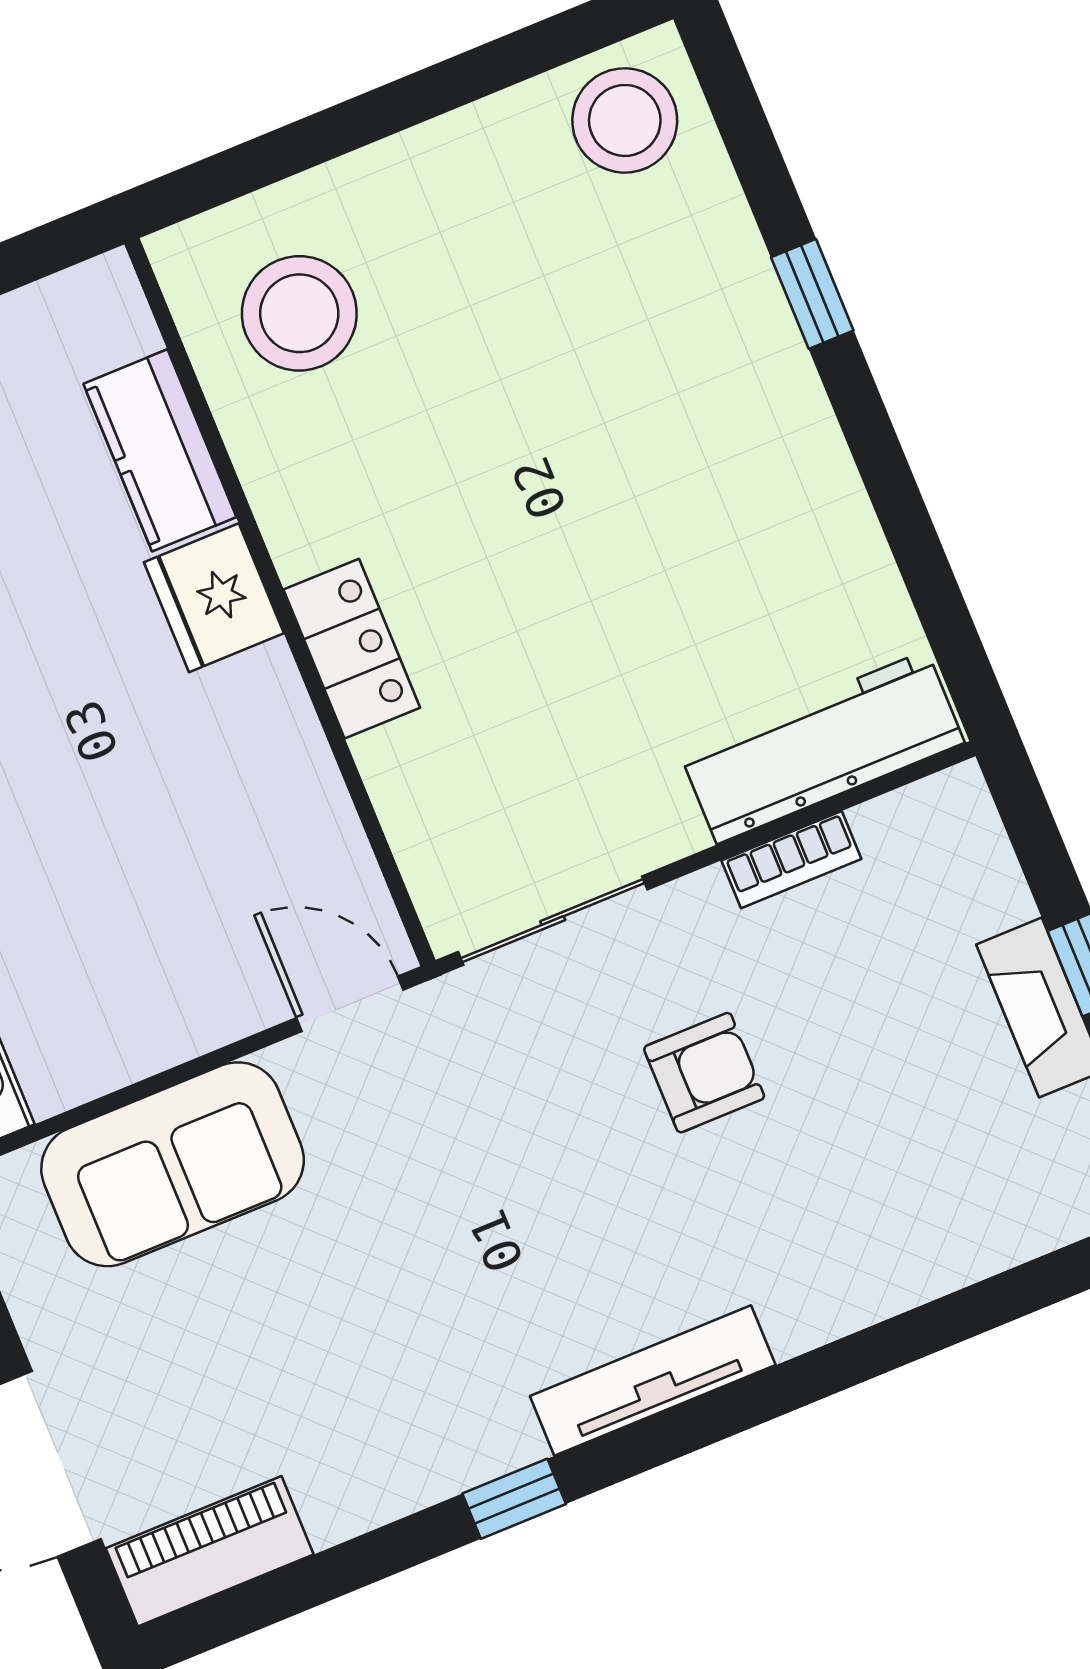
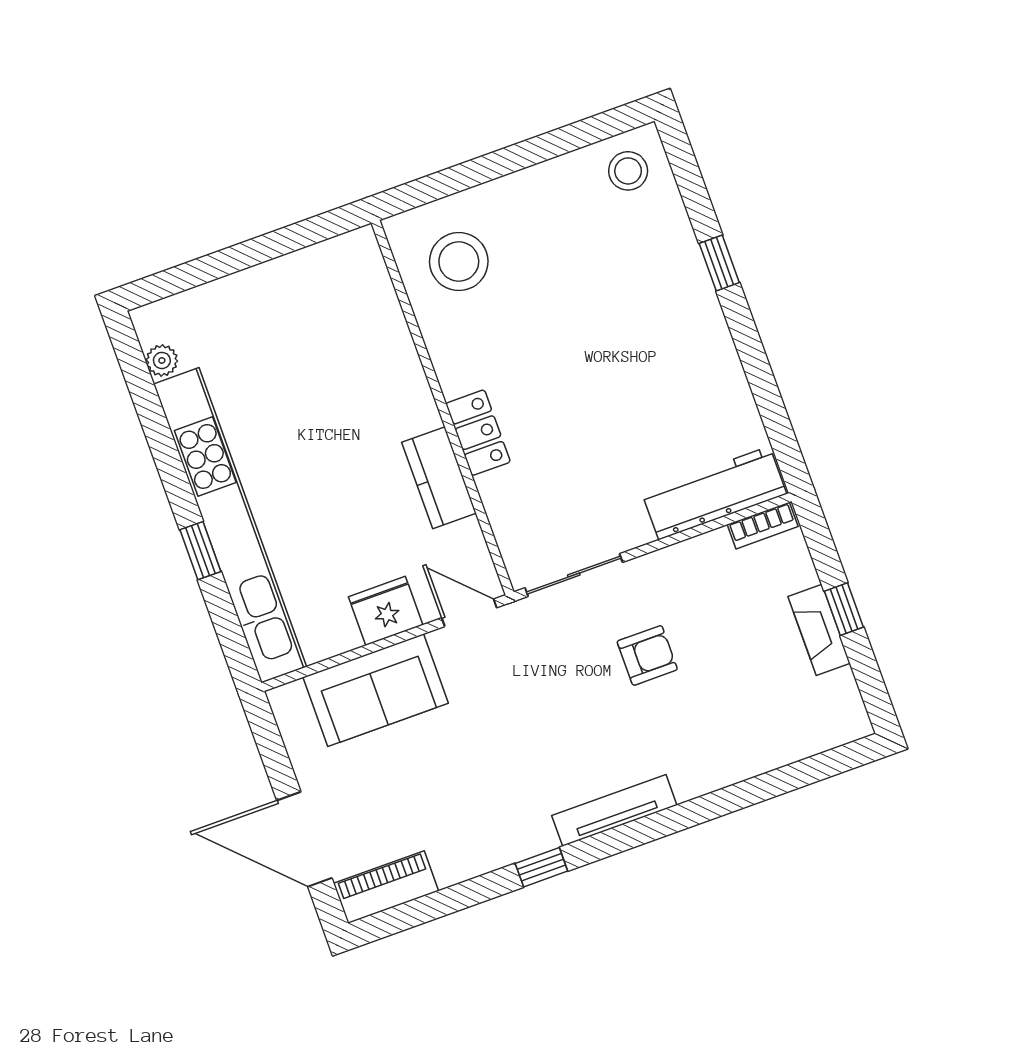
stool: (625, 120) -> (628, 171), width x0.73, depth x0.73
kitchen counter: (160, 450) -> (439, 478), moved
fridge: (214, 598) -> (386, 611), moved, turned 90
bookcase: (791, 860) -> (763, 525), moved

